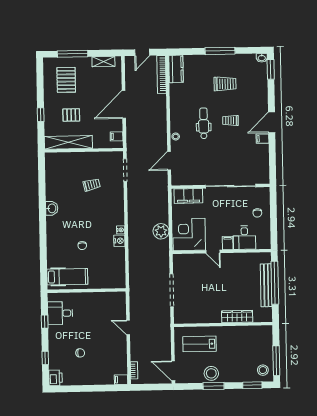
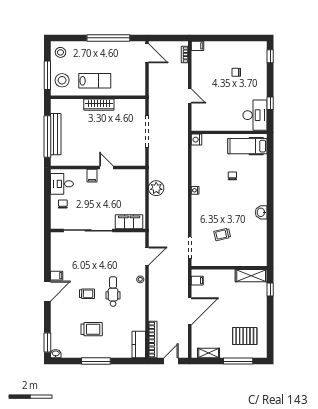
pallet: (66, 80) -> (245, 336), turned 90
trolley: (225, 84) -> (92, 329), turned 180
window: (41, 115) -> (270, 290), moved
pallet: (71, 115) -> (241, 302), removed
dental chair: (204, 123) -> (113, 292), turned 180
shelving: (68, 142) -> (251, 276), width x0.68
corner desk: (189, 234) -> (129, 185), removed
desk: (244, 238) -> (62, 184), moved, turned -90
nightstand: (119, 241) -> (196, 140), moved
desk: (60, 313) -> (255, 115), width x1.37
wardrobe: (237, 317) -> (99, 105), moved
lab bench: (200, 344) -> (95, 81), moved
window: (45, 358) -> (270, 56), moved
window: (276, 361) -> (47, 75), moved
stool: (211, 373) -> (62, 80), moved
printer: (55, 378) -> (261, 49), removed
window: (252, 385) -> (71, 38), removed
window: (214, 386) -> (108, 38), width x2.11

